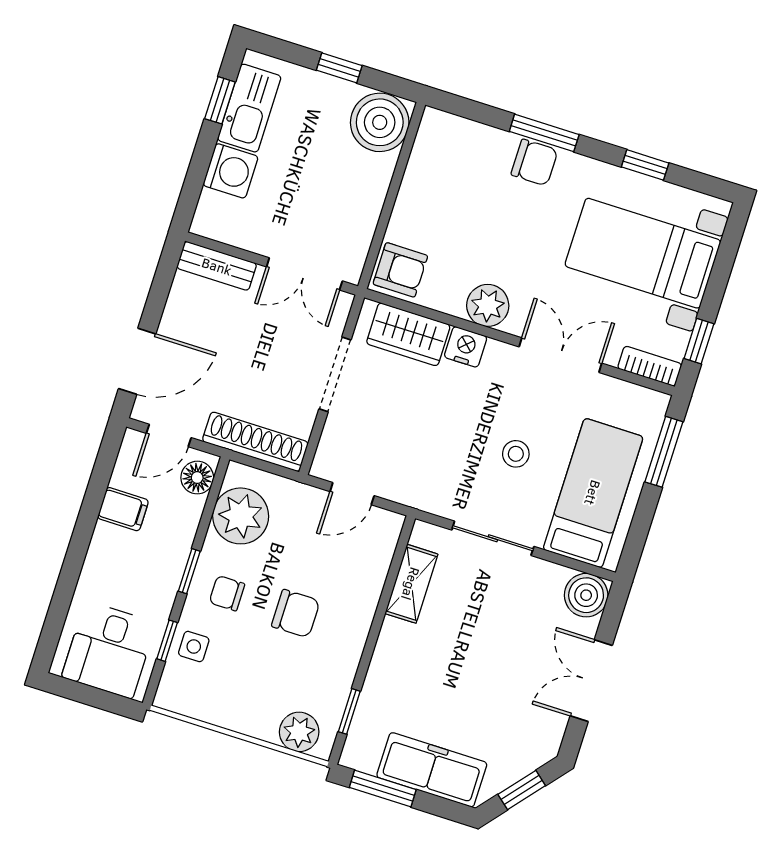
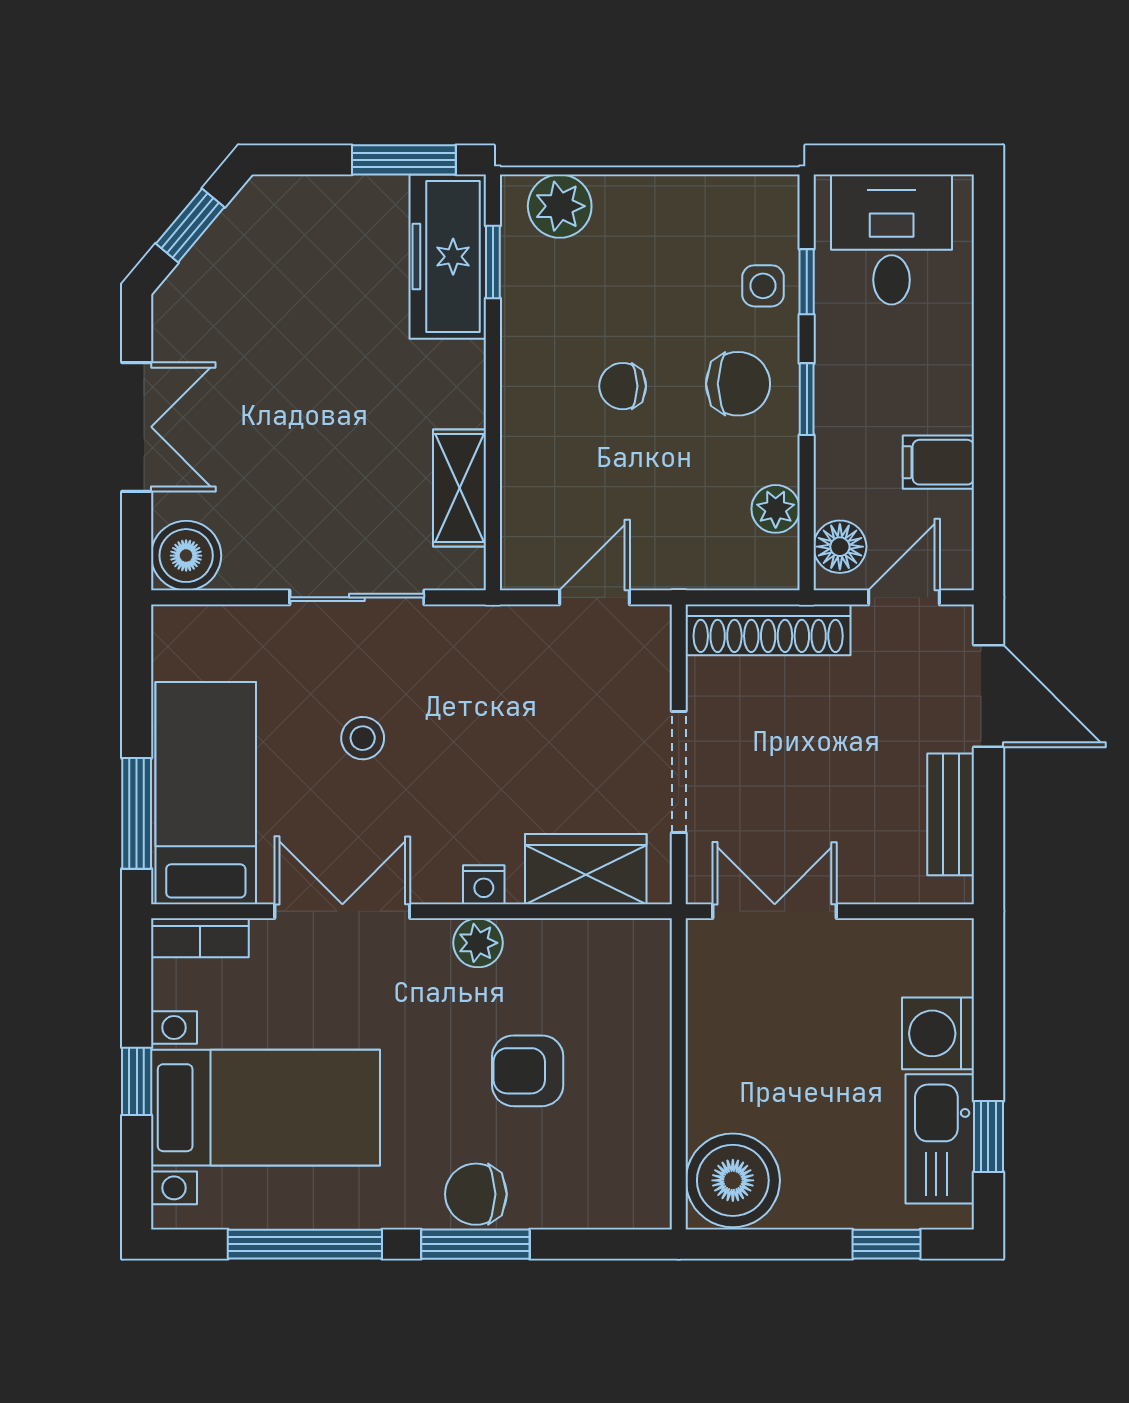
window: (339, 68) -> (886, 1244), moved
window: (645, 165) -> (305, 1244), width x2.17
bench: (217, 266) -> (951, 814), moved, turned 90
armchair: (400, 270) -> (528, 1071), moved
plant: (488, 305) -> (478, 943), width x0.73, depth x0.73
window: (699, 341) -> (137, 1081), moved
nightstand: (466, 347) -> (484, 885), width x0.72, depth x0.74
double door: (560, 355) -> (342, 911), swing flipped
door: (137, 361) -> (988, 696), swing flipped
bed: (593, 493) -> (206, 793), moved, turned 180
plant: (241, 516) -> (776, 509), width x0.53, depth x0.53
chair: (227, 593) -> (738, 384), width x1.37, depth x1.37
chair: (296, 614) -> (623, 386), width x0.73, depth x0.73
freezer: (432, 770) -> (448, 257), moved, turned 90

